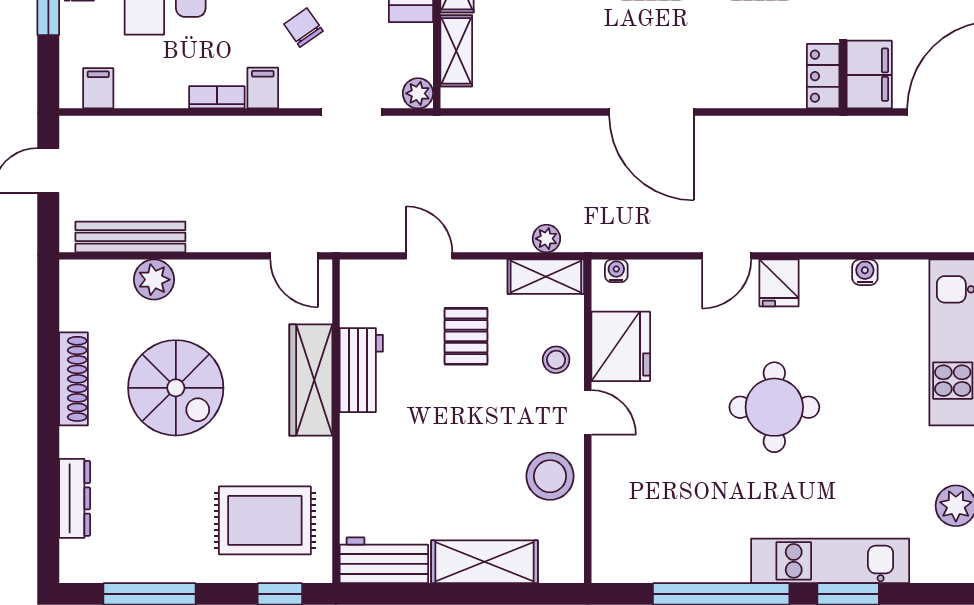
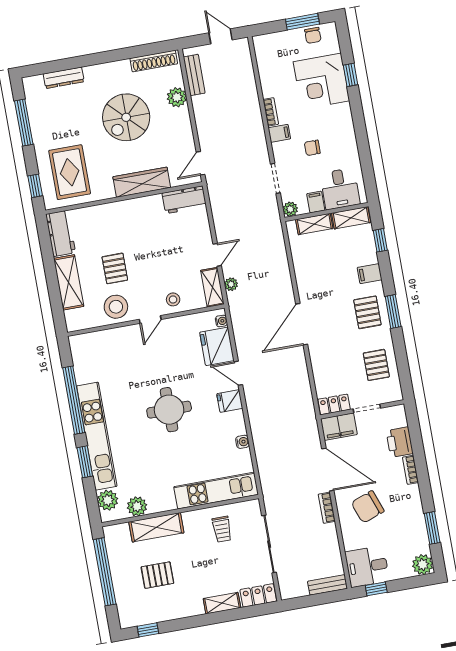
chair: (303, 28) -> (312, 148), turned -145
filing cabinet: (98, 88) -> (316, 202), moved, turned -90
bench: (130, 237) -> (194, 75), width x0.73
door: (429, 256) -> (217, 255), moved
pallet: (466, 336) -> (115, 268), moved, turned 90
fridge: (621, 346) -> (217, 346), moved, turned 90
workbench: (361, 370) -> (184, 200), moved
shoe rack: (73, 379) -> (154, 61), moved
kitchen unit: (830, 561) -> (97, 436), width x1.36
plant: (933, 562) -> (108, 500), added

